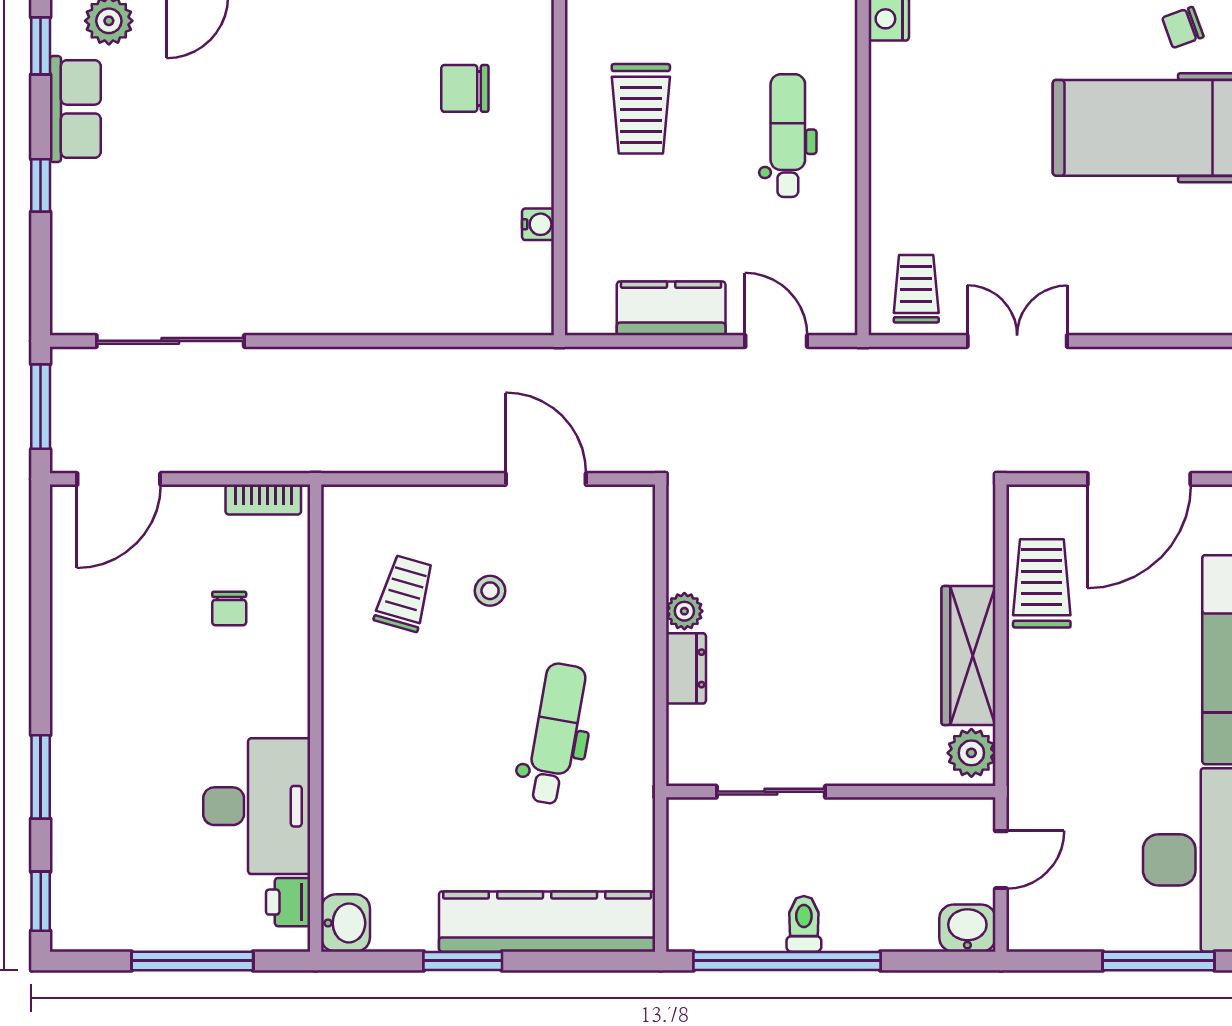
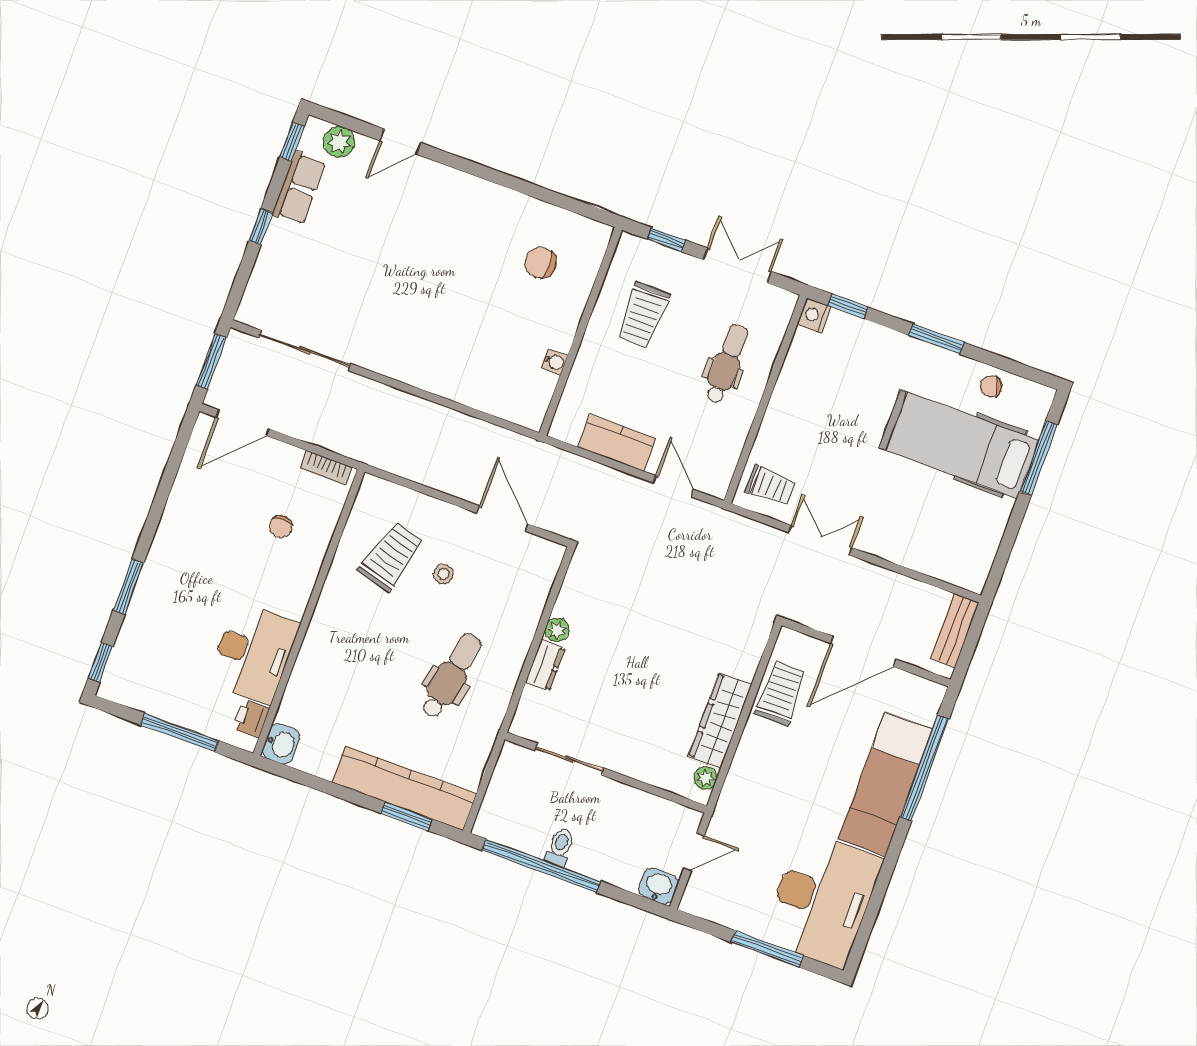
trolley: (916, 289) -> (770, 486), turned 90
trolley: (405, 593) -> (391, 557), width x1.36, depth x1.39
plant: (971, 753) -> (705, 778), width x0.73, depth x0.73
window: (463, 961) -> (406, 816), moved

